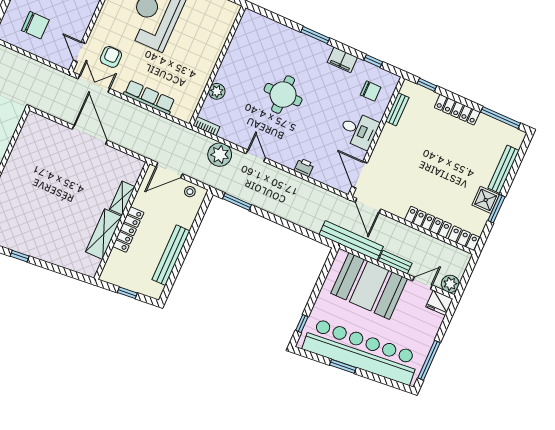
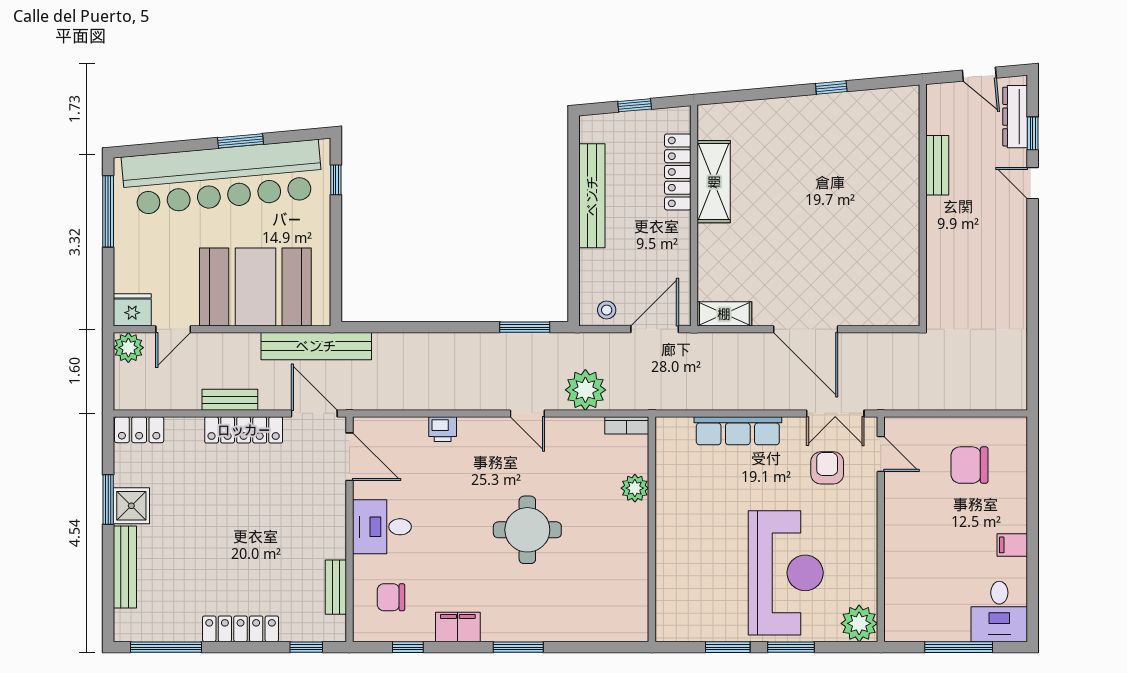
armchair: (111, 57) -> (827, 468), turned 180
shelving: (122, 198) -> (724, 314), moved, turned 90
locker: (428, 222) -> (244, 430), moved
locker: (128, 229) -> (678, 172), moved
bench: (395, 262) -> (230, 400), moved

